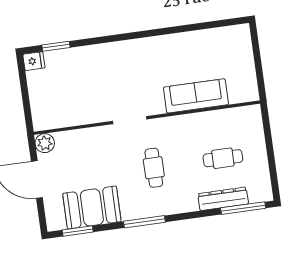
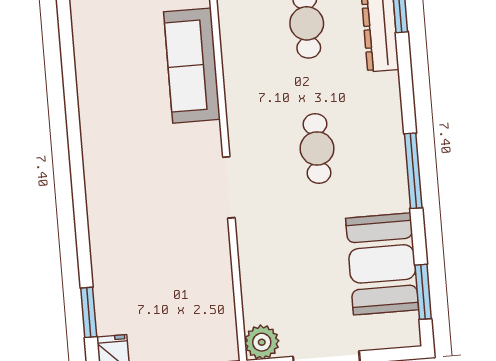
cafe table: (154, 168) -> (317, 148), turned 90

